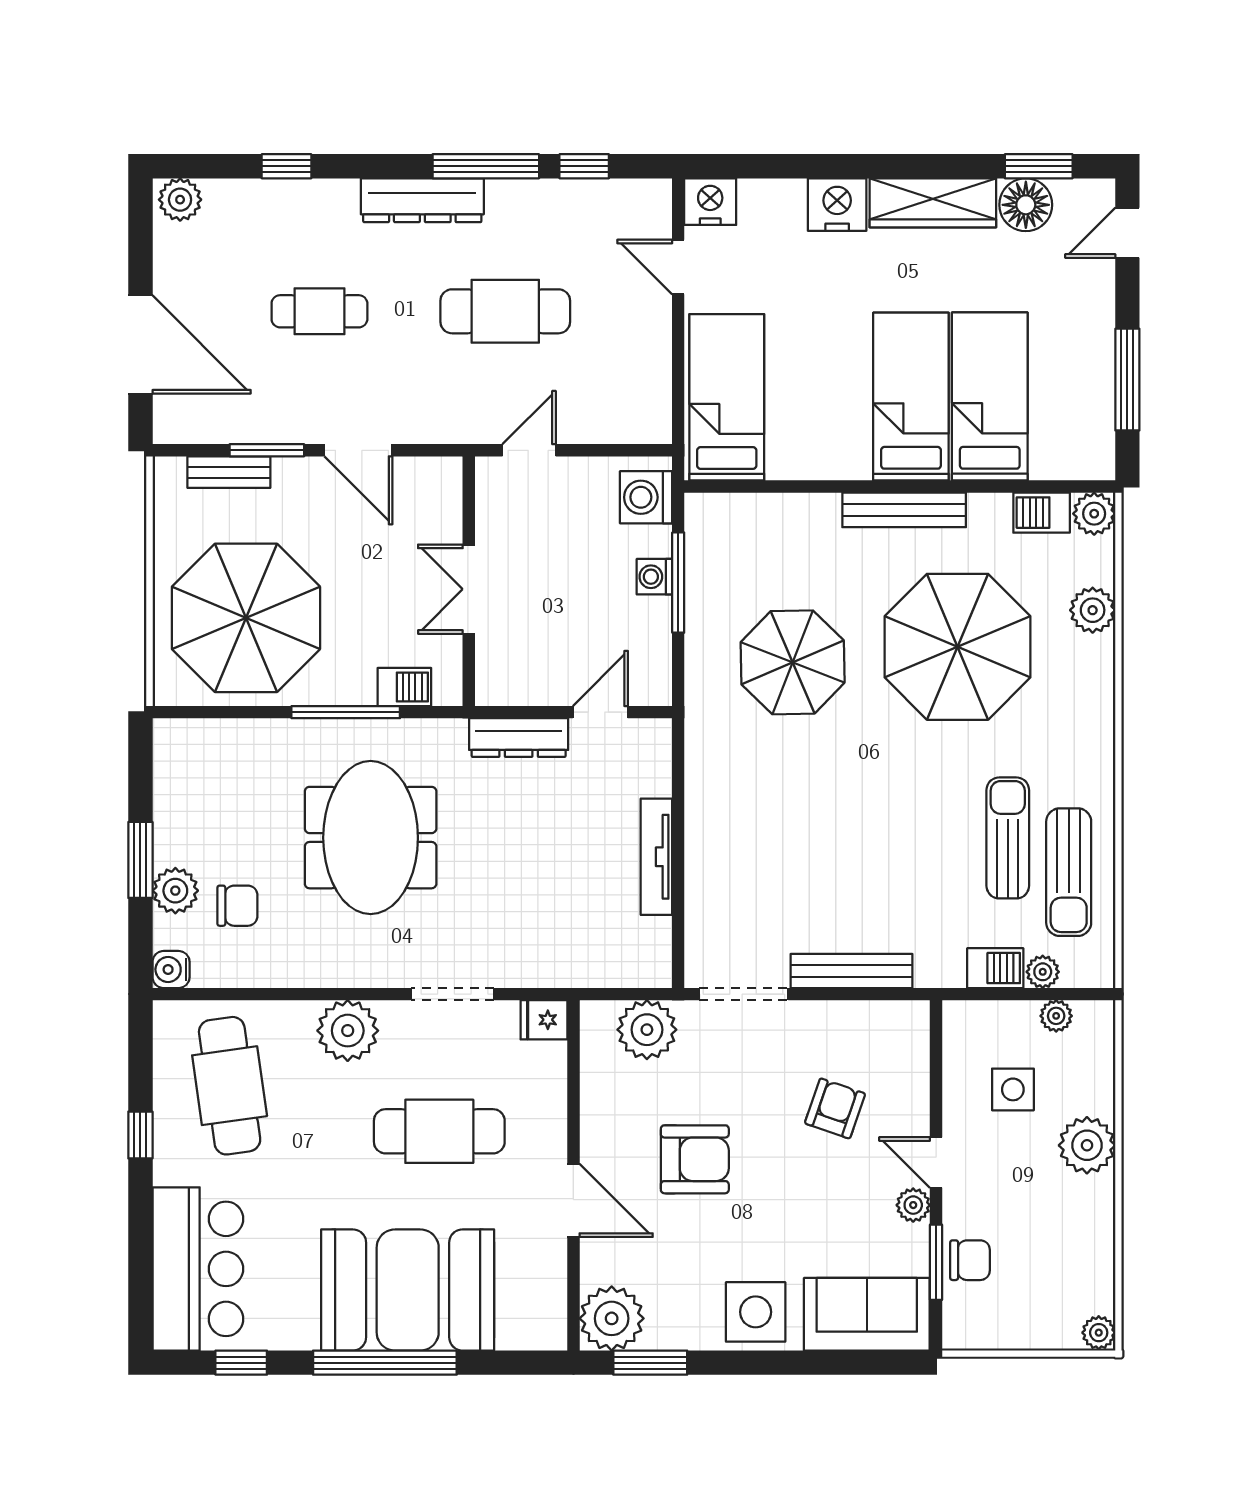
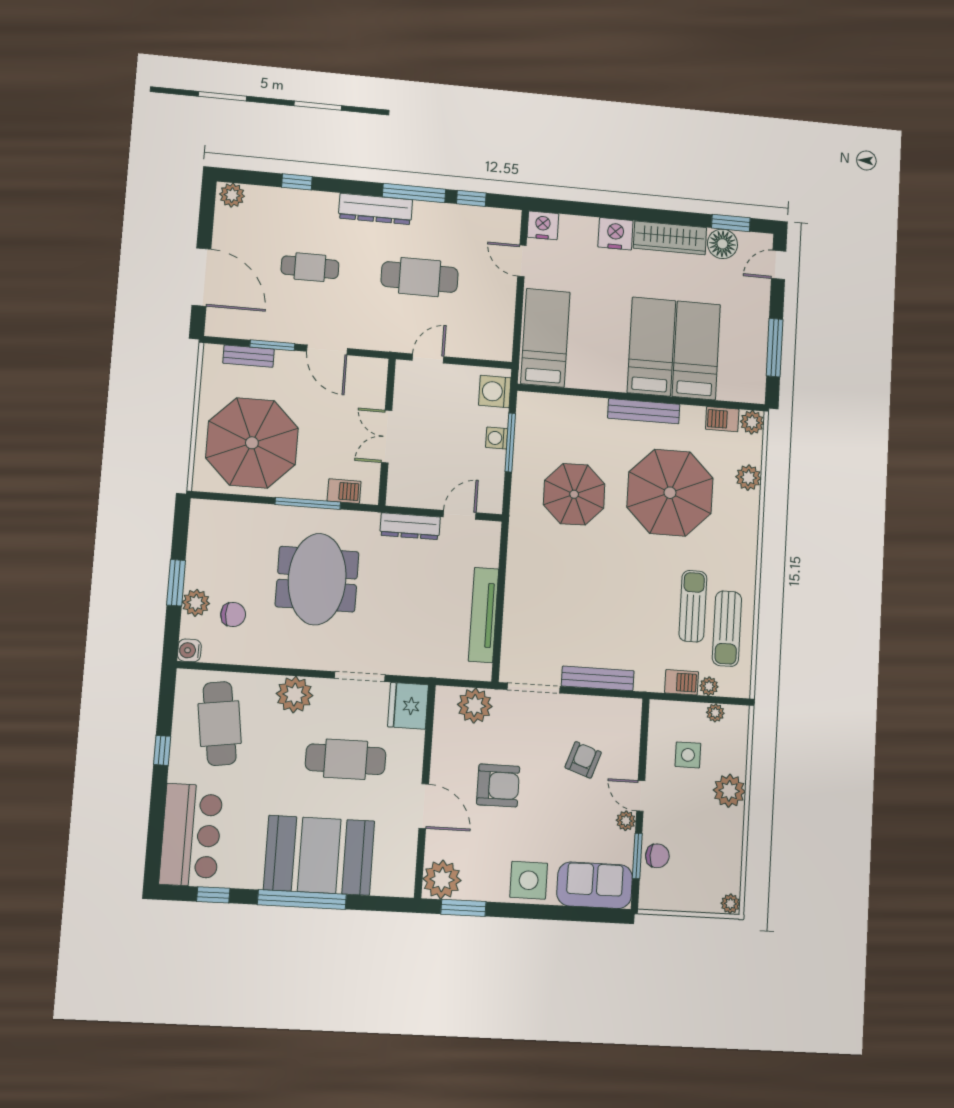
tv unit: (656, 857) -> (484, 615), width x1.36, depth x1.29
fridge: (544, 1020) -> (408, 706), width x1.88, depth x1.34

